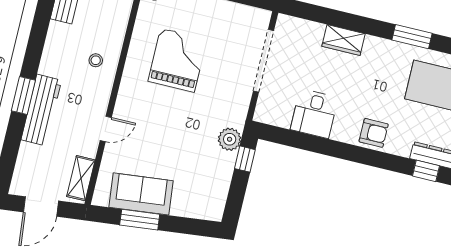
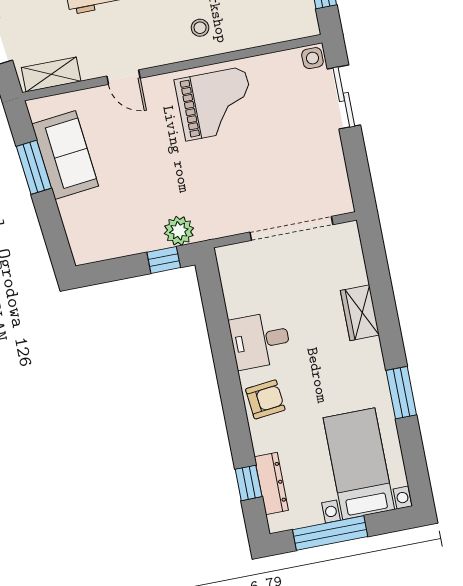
grand piano: (177, 60) -> (215, 104), moved
desk: (314, 114) -> (260, 340), moved
armchair: (374, 133) -> (265, 399), turned -96

